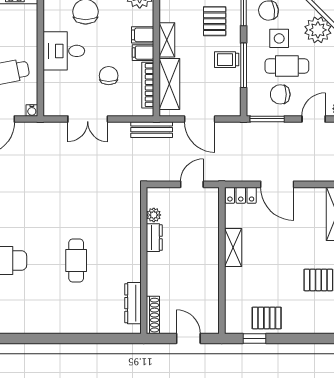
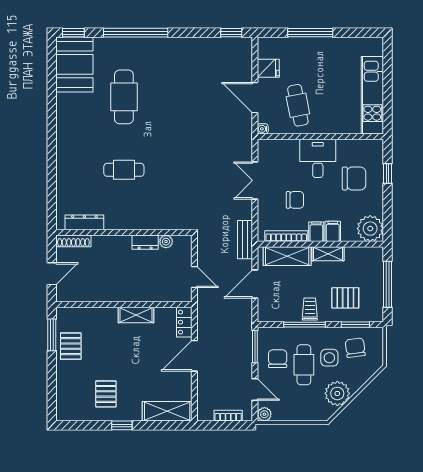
window: (254, 339) -> (52, 335), width x1.50

